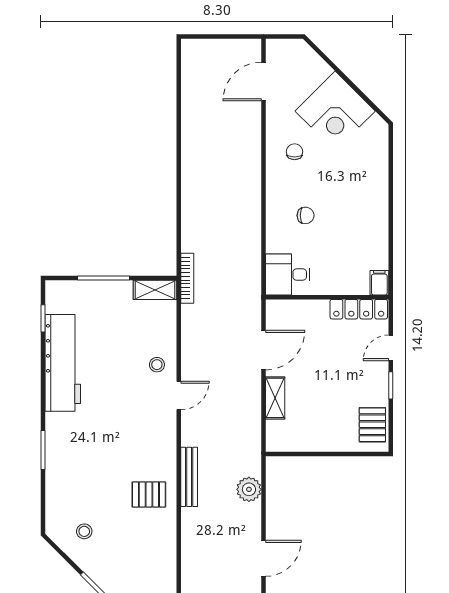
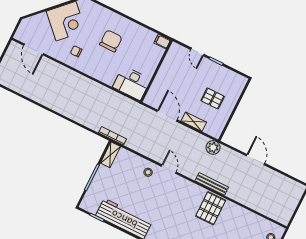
chair: (306, 215) -> (111, 41), moved, width x1.87, depth x1.87
desk: (288, 275) -> (132, 83), width x1.37
locker: (359, 309) -> (170, 58), removed
pallet: (372, 425) -> (213, 98), moved
plant: (249, 489) -> (213, 147), moved
pallet: (149, 494) -> (211, 208), width x1.50, depth x1.42
door: (263, 558) -> (255, 160), moved

